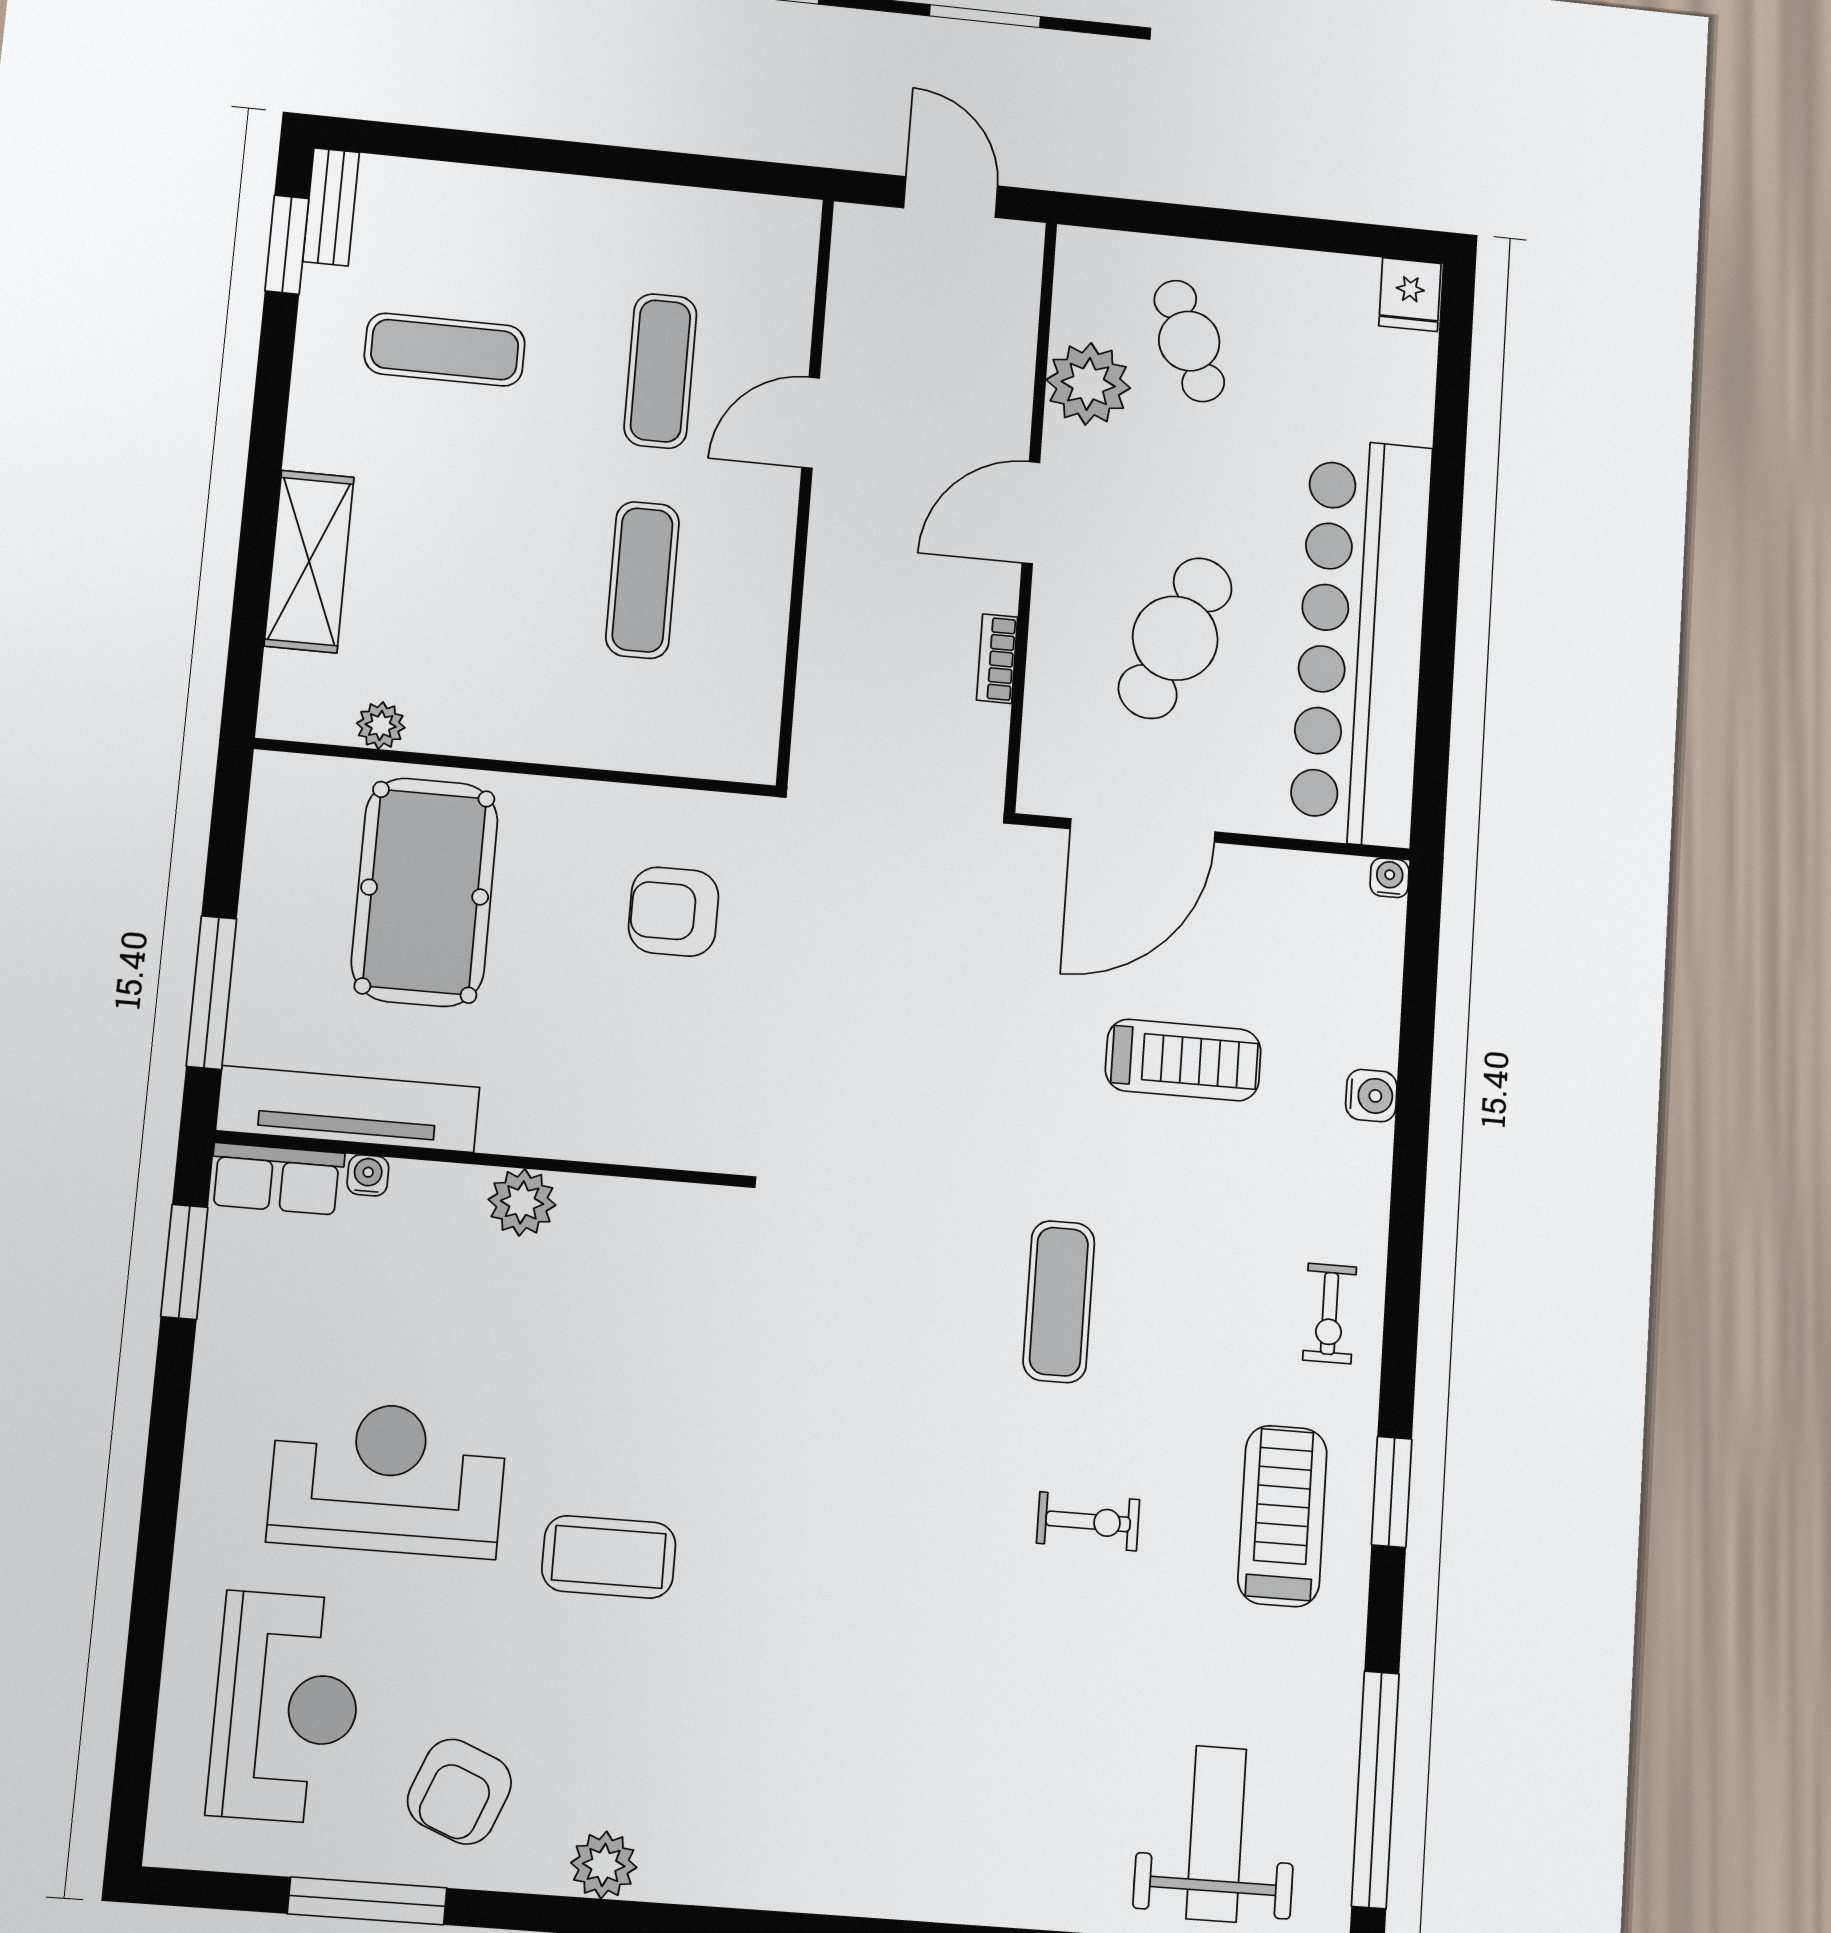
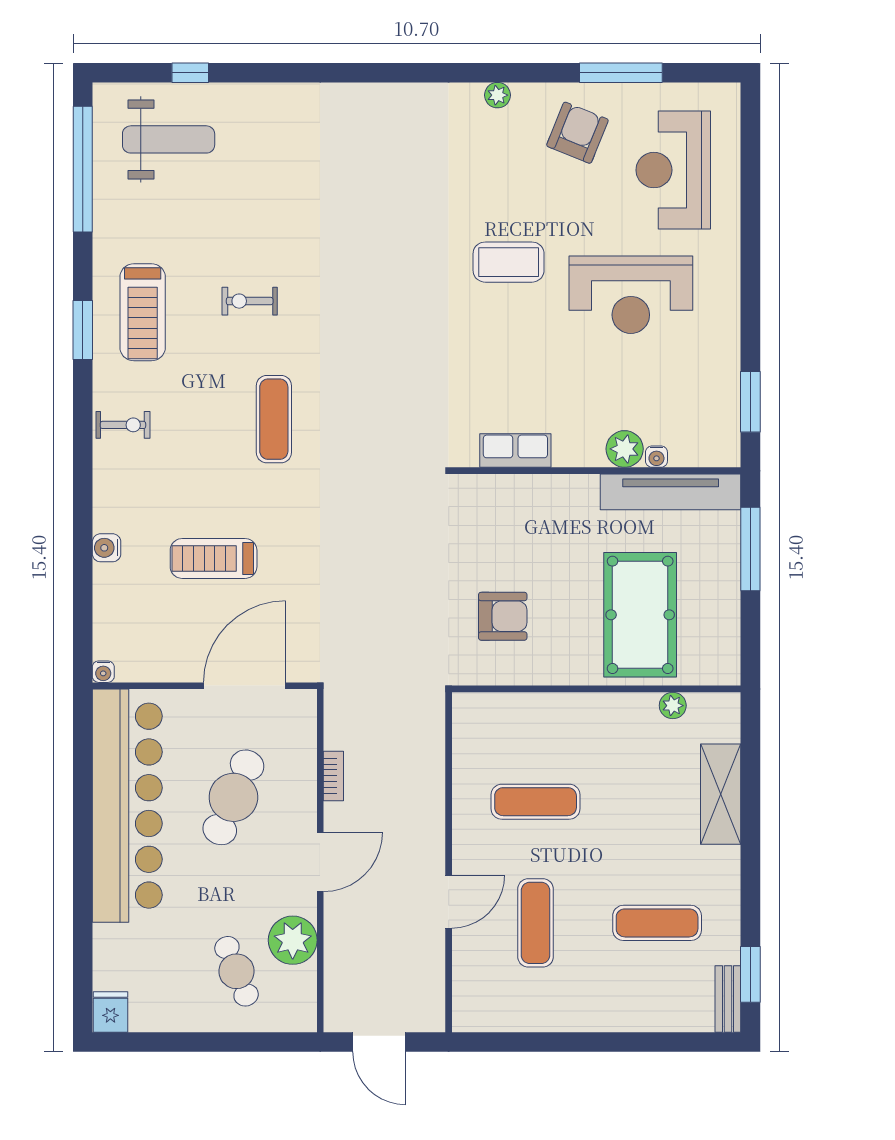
exercise mat: (642, 580) -> (536, 802), turned 90
row of seats: (277, 1179) -> (515, 451), moved
plant: (522, 1202) -> (625, 449), moved
exercise bike: (1330, 1313) -> (123, 425), turned 90
weight bench: (1216, 1834) -> (169, 139), turned -90
plant: (604, 1865) -> (497, 95), width x0.73, depth x0.73

